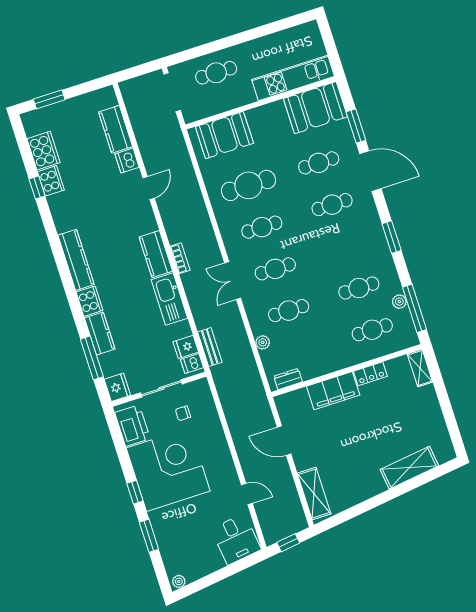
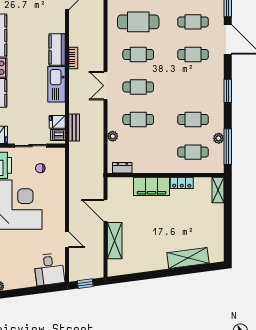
shelving: (314, 493) -> (115, 241), moved

